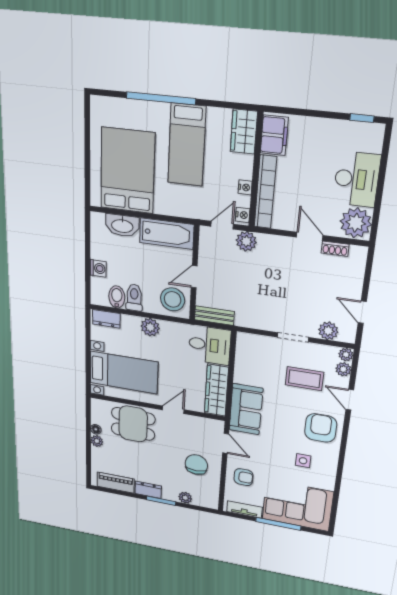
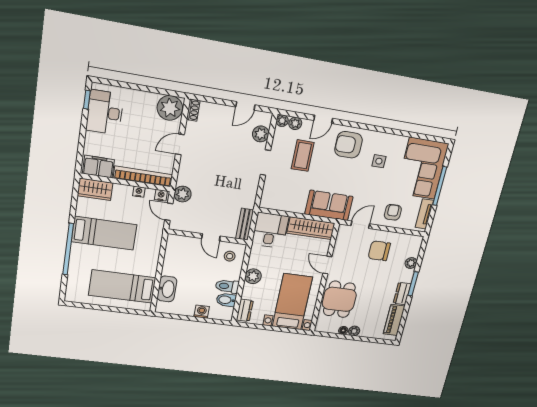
bed: (128, 171) -> (122, 286), width x0.67
desk: (357, 179) -> (105, 112), moved, turned -90
bathtub: (167, 234) -> (175, 255), removed
shoe rack: (335, 249) -> (193, 110), moved
stool: (173, 299) -> (230, 256), width x0.53, depth x0.53

